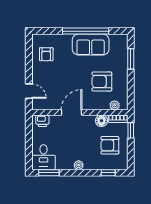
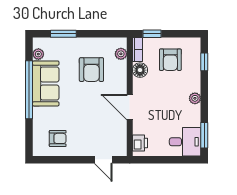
plant: (114, 39) -> (38, 54), added
door: (29, 91) -> (103, 160), swing flipped

